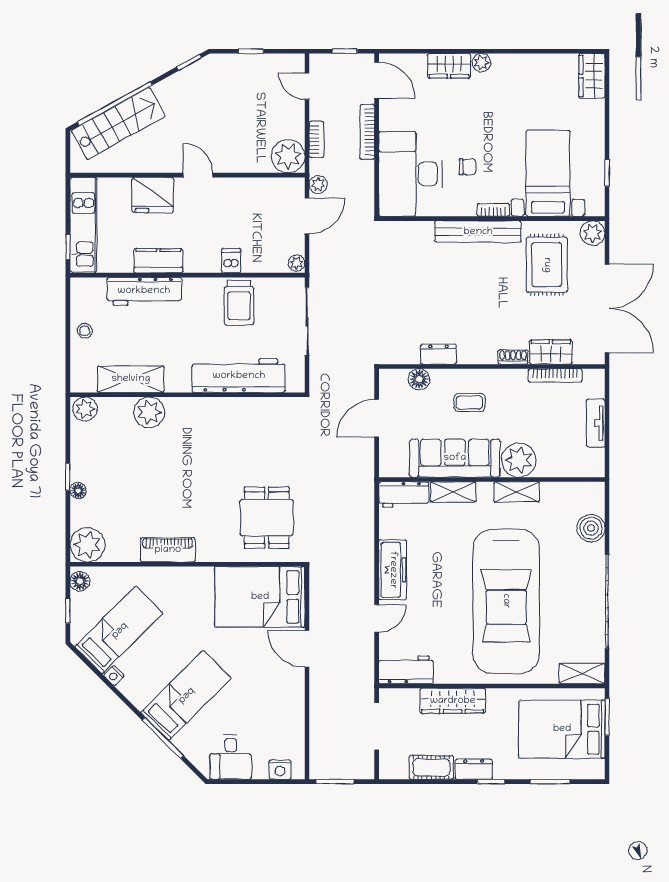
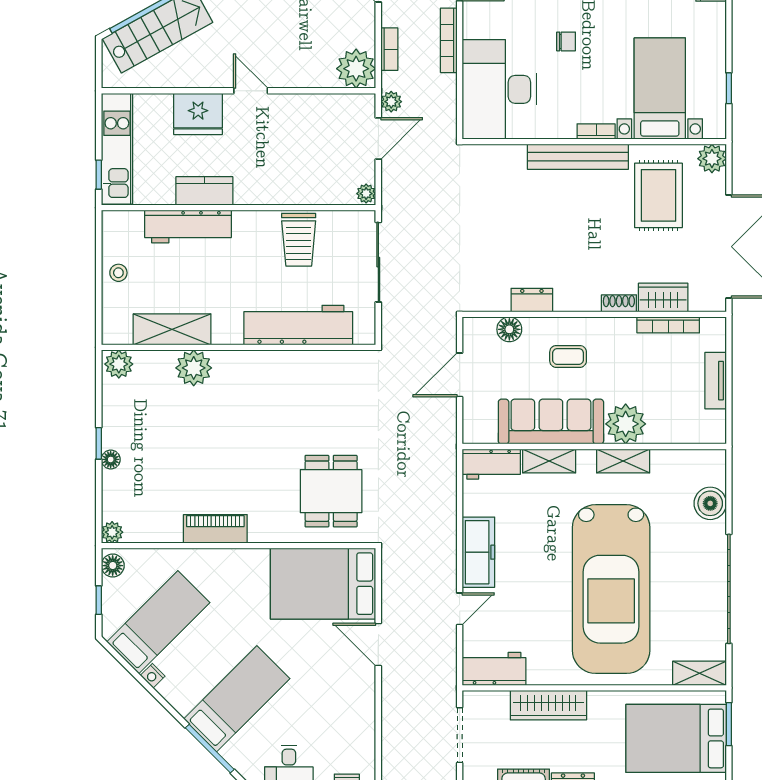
chair: (468, 167) -> (566, 41), moved
dishwasher: (231, 261) -> (290, 191), removed
plant: (87, 545) -> (112, 532), width x0.53, depth x0.53

